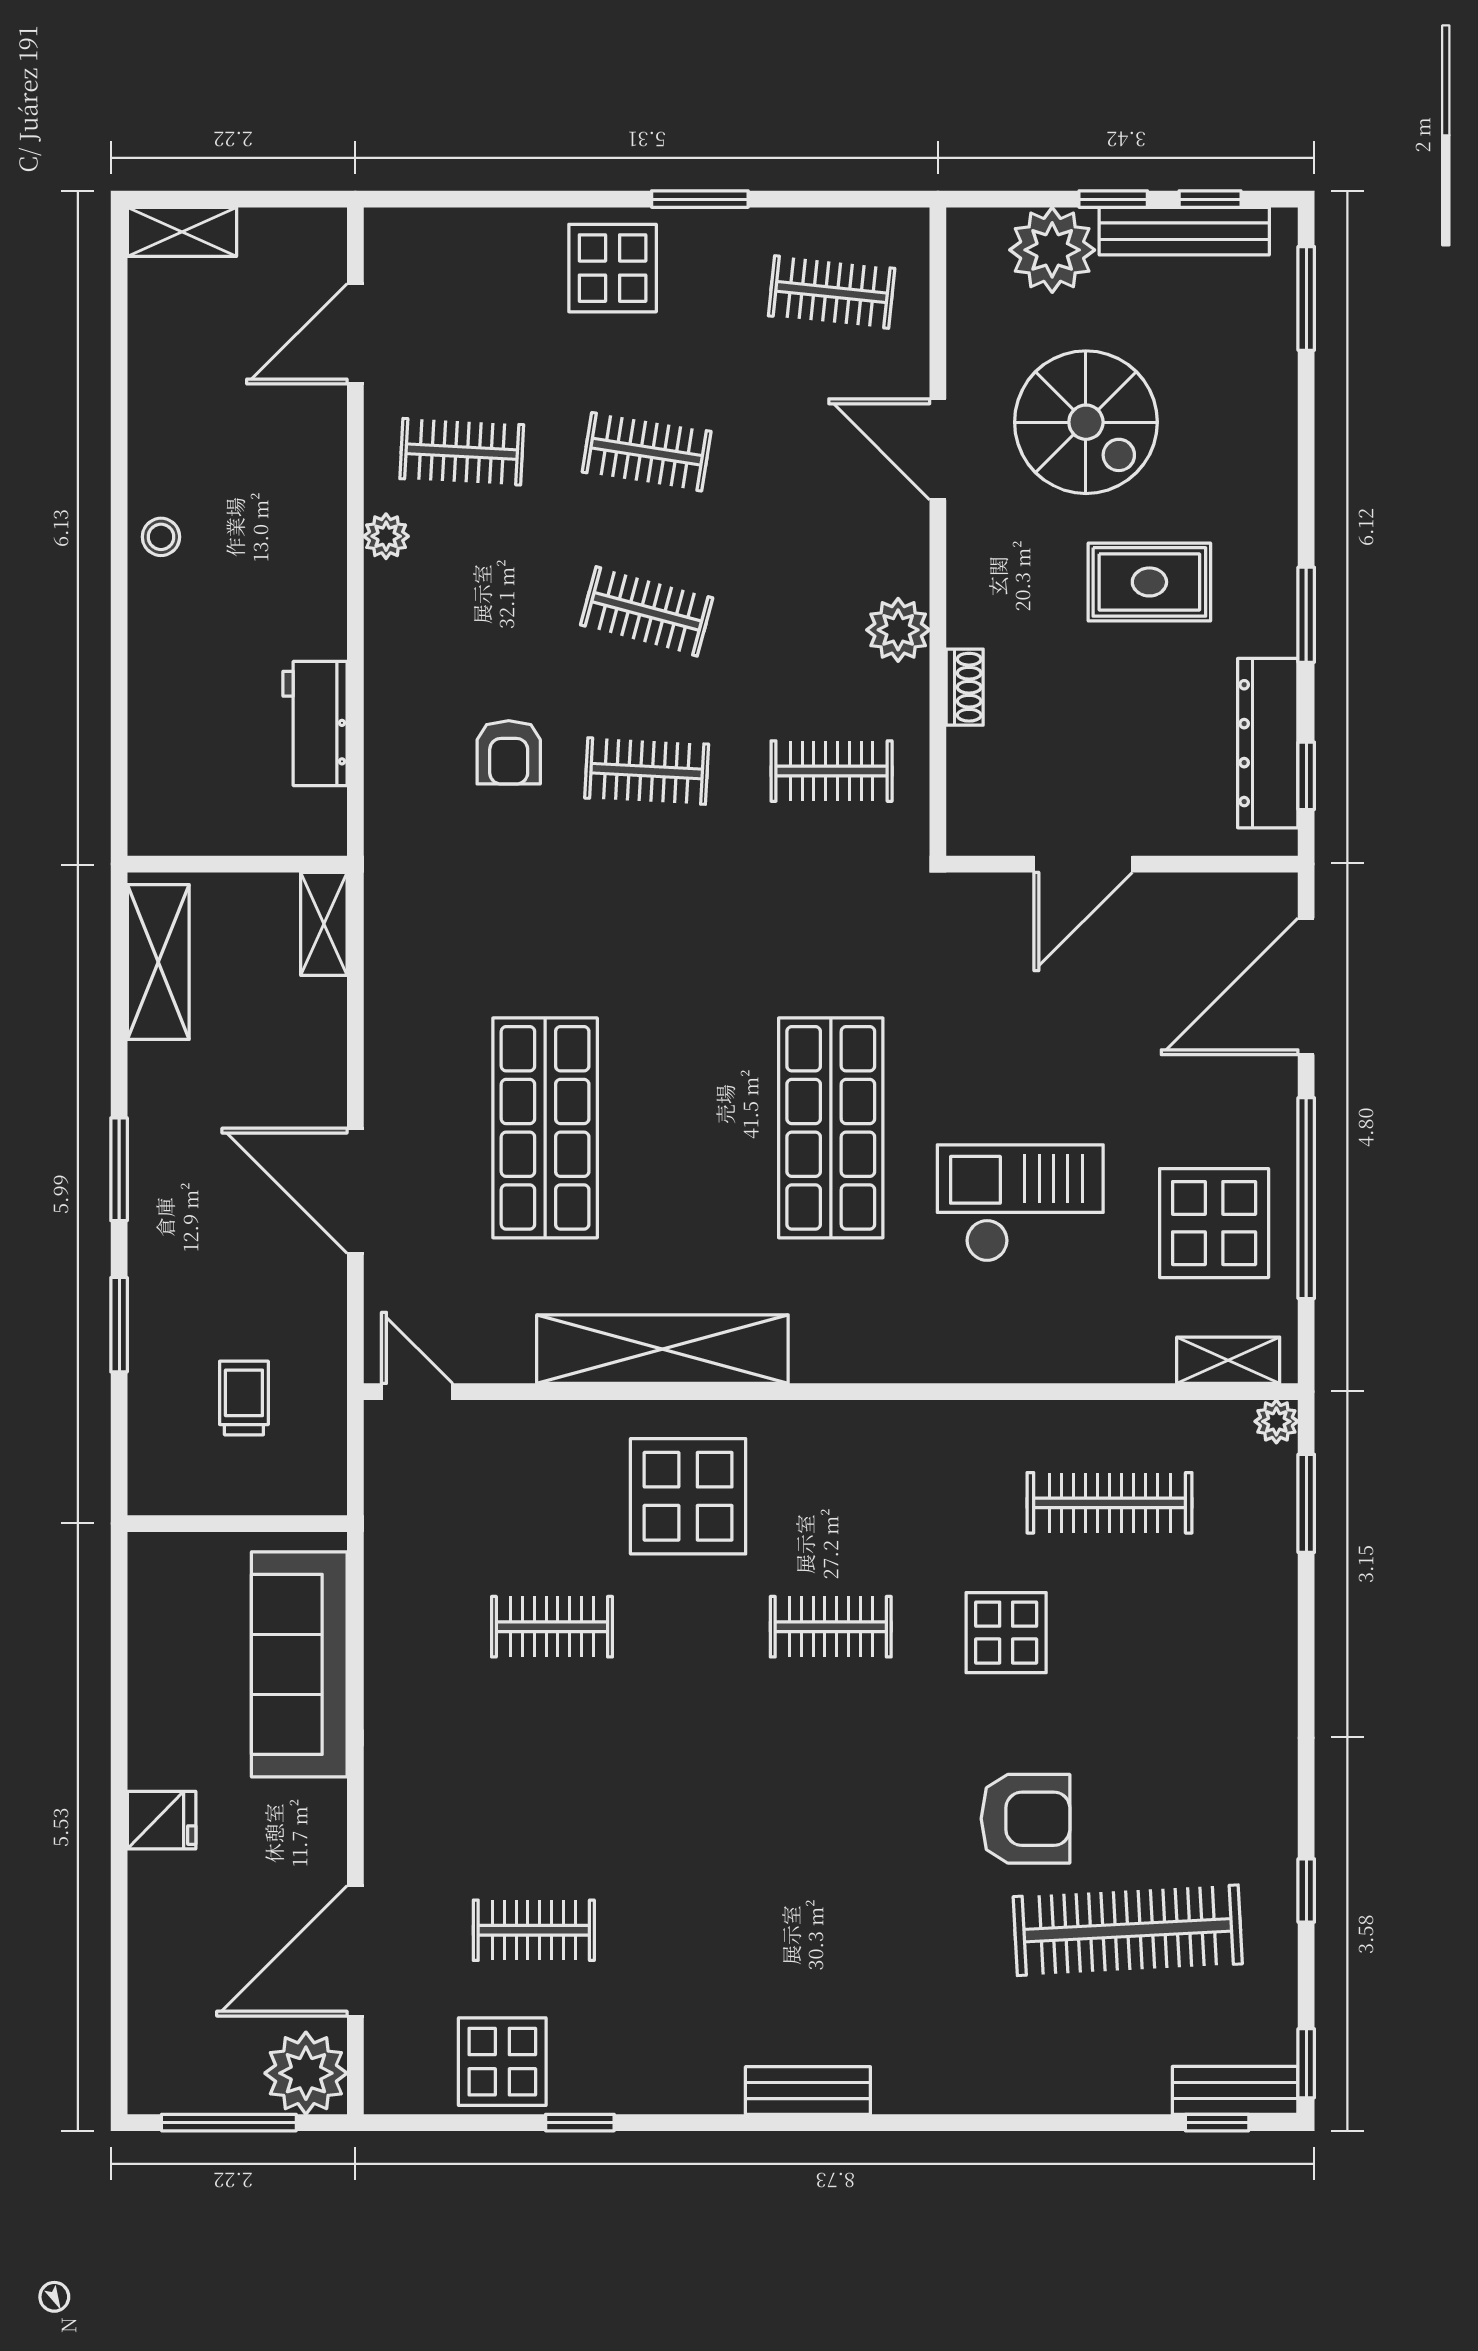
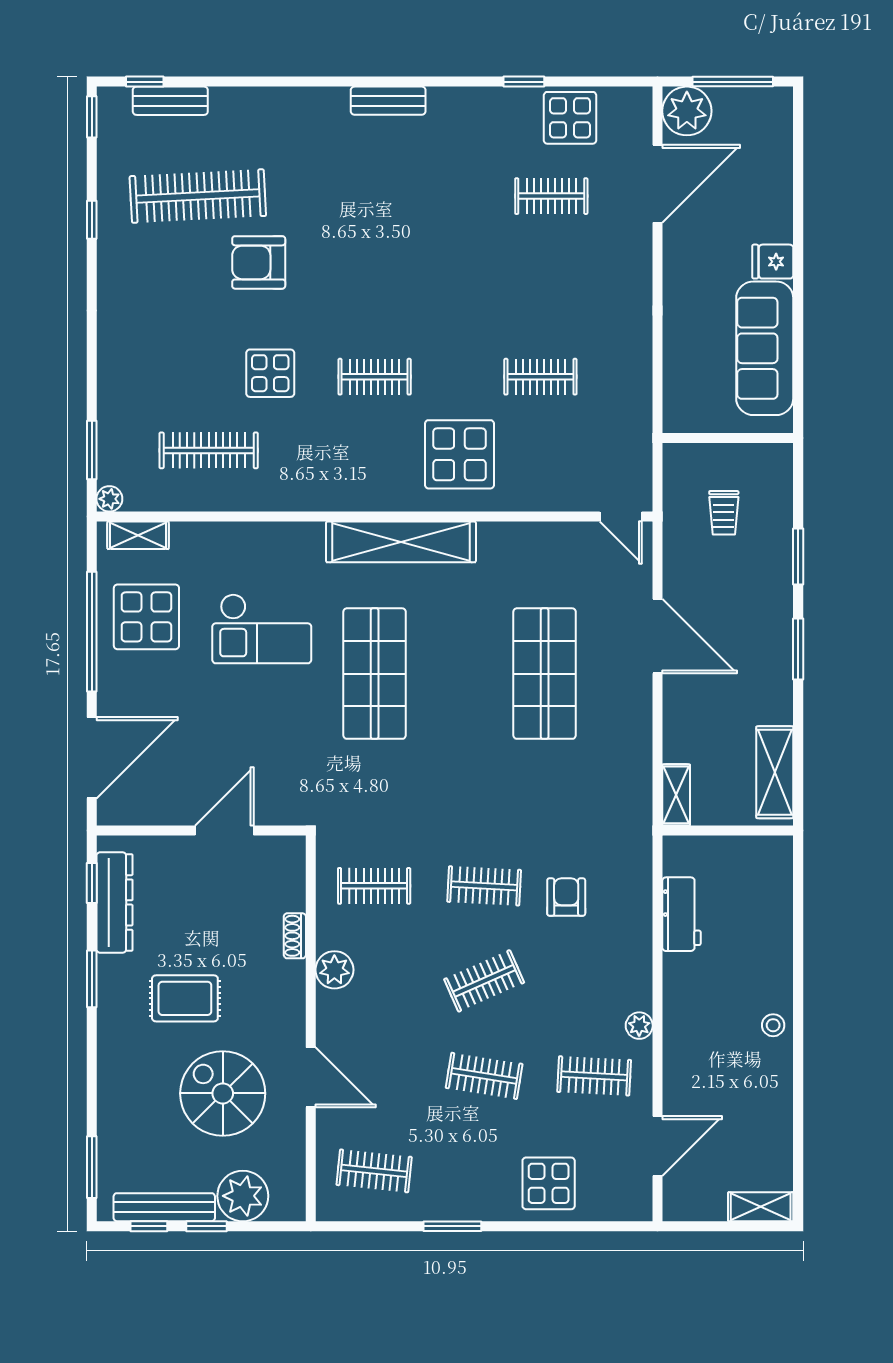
display table: (613, 268) -> (549, 1183), moved
clothes rail: (647, 611) -> (484, 981), turned -39
shelving: (662, 1349) -> (401, 542), moved
sofa: (299, 1664) -> (765, 348), moved, turned 180
bench: (1235, 2090) -> (170, 101), moved

